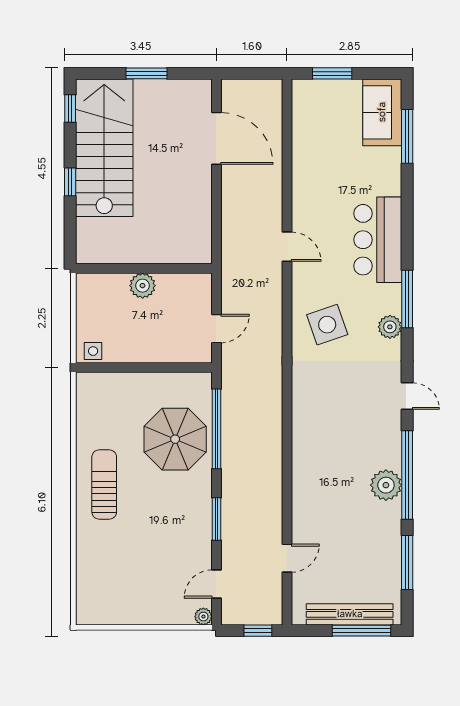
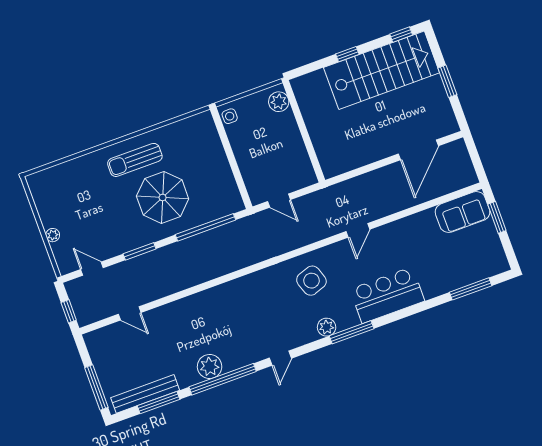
sofa: (382, 112) -> (463, 212), moved, turned 180
plant: (143, 286) -> (279, 102), moved
parasol: (175, 439) -> (163, 197), moved
sun lounger: (104, 485) -> (135, 160), turned 180
bench: (350, 614) -> (145, 394), moved, turned 90
plant: (203, 617) -> (53, 235), moved

